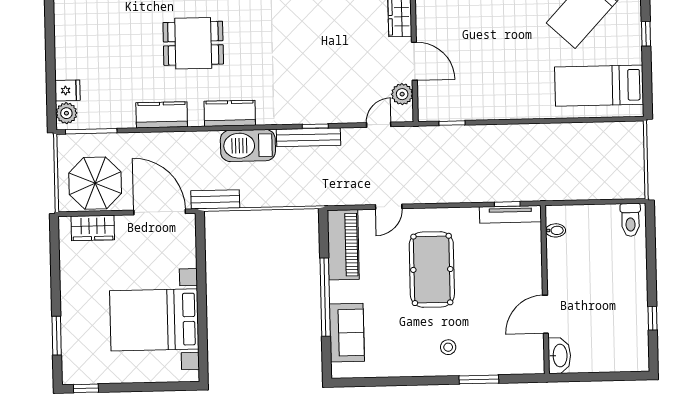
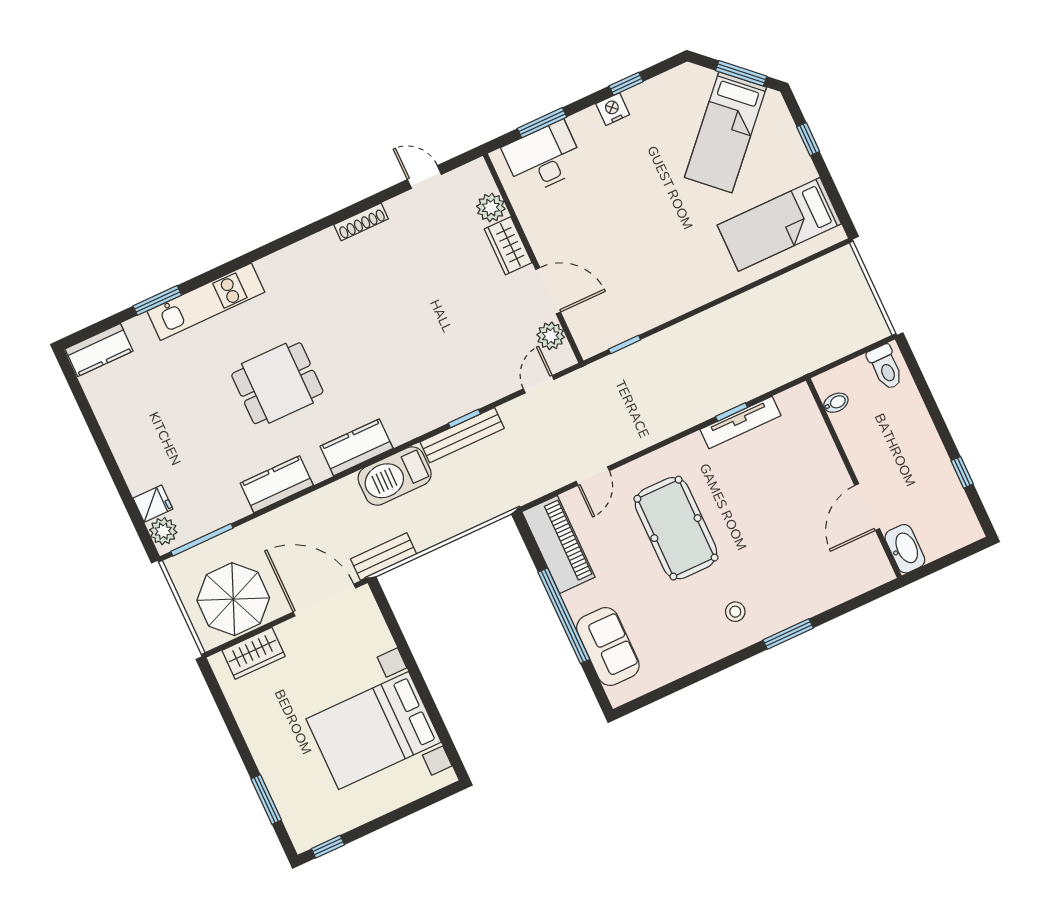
bidet: (556, 230) -> (836, 403), moved
wall: (545, 290) -> (854, 478), moved
door: (545, 314) -> (867, 507), moved
washbasin: (559, 356) -> (905, 549), moved

